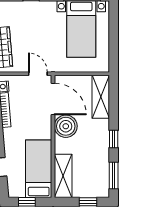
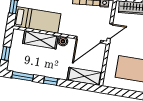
boiler: (66, 126) -> (63, 41), width x0.54, depth x0.54
shelving: (63, 176) -> (40, 40), moved

